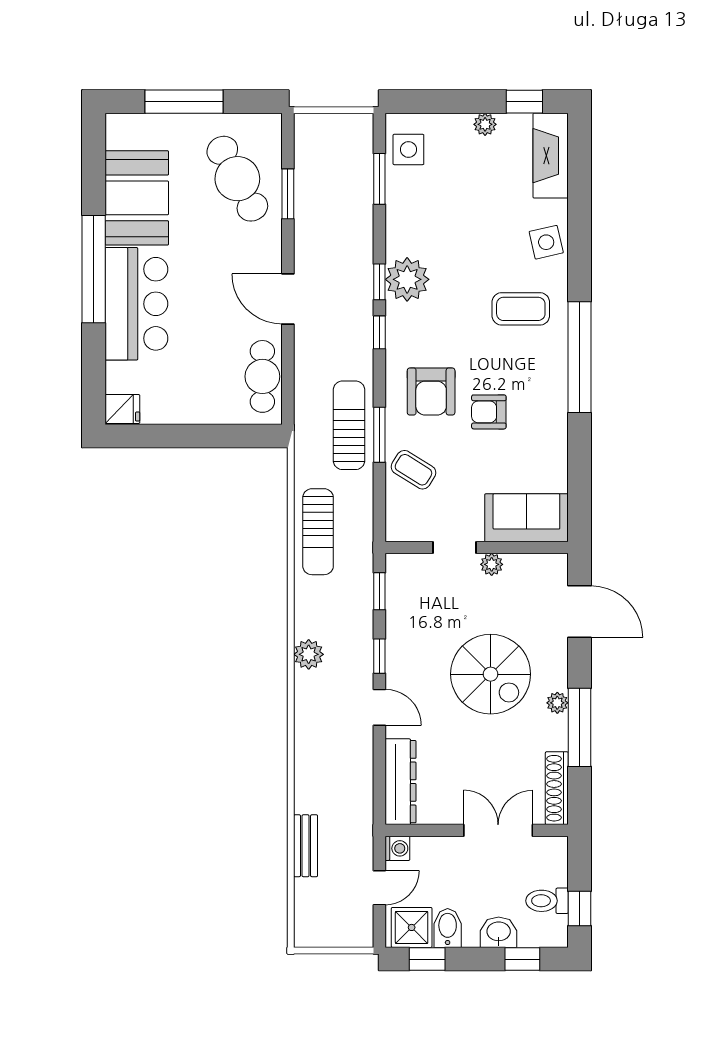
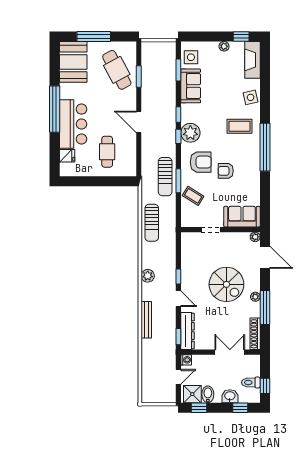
booth: (137, 198) -> (73, 62), moved
sofa: (408, 216) -> (191, 86), added
plant: (407, 279) -> (190, 133), moved
cafe table: (262, 376) -> (107, 152), moved
armchair: (431, 392) -> (201, 162), turned -90
fridge: (122, 409) -> (67, 156), moved
sun lounger: (349, 425) -> (165, 177), turned 180
plant: (492, 564) -> (255, 237), moved
window: (379, 591) -> (178, 337), moved
bench: (306, 846) -> (146, 320), moved, width x1.36

